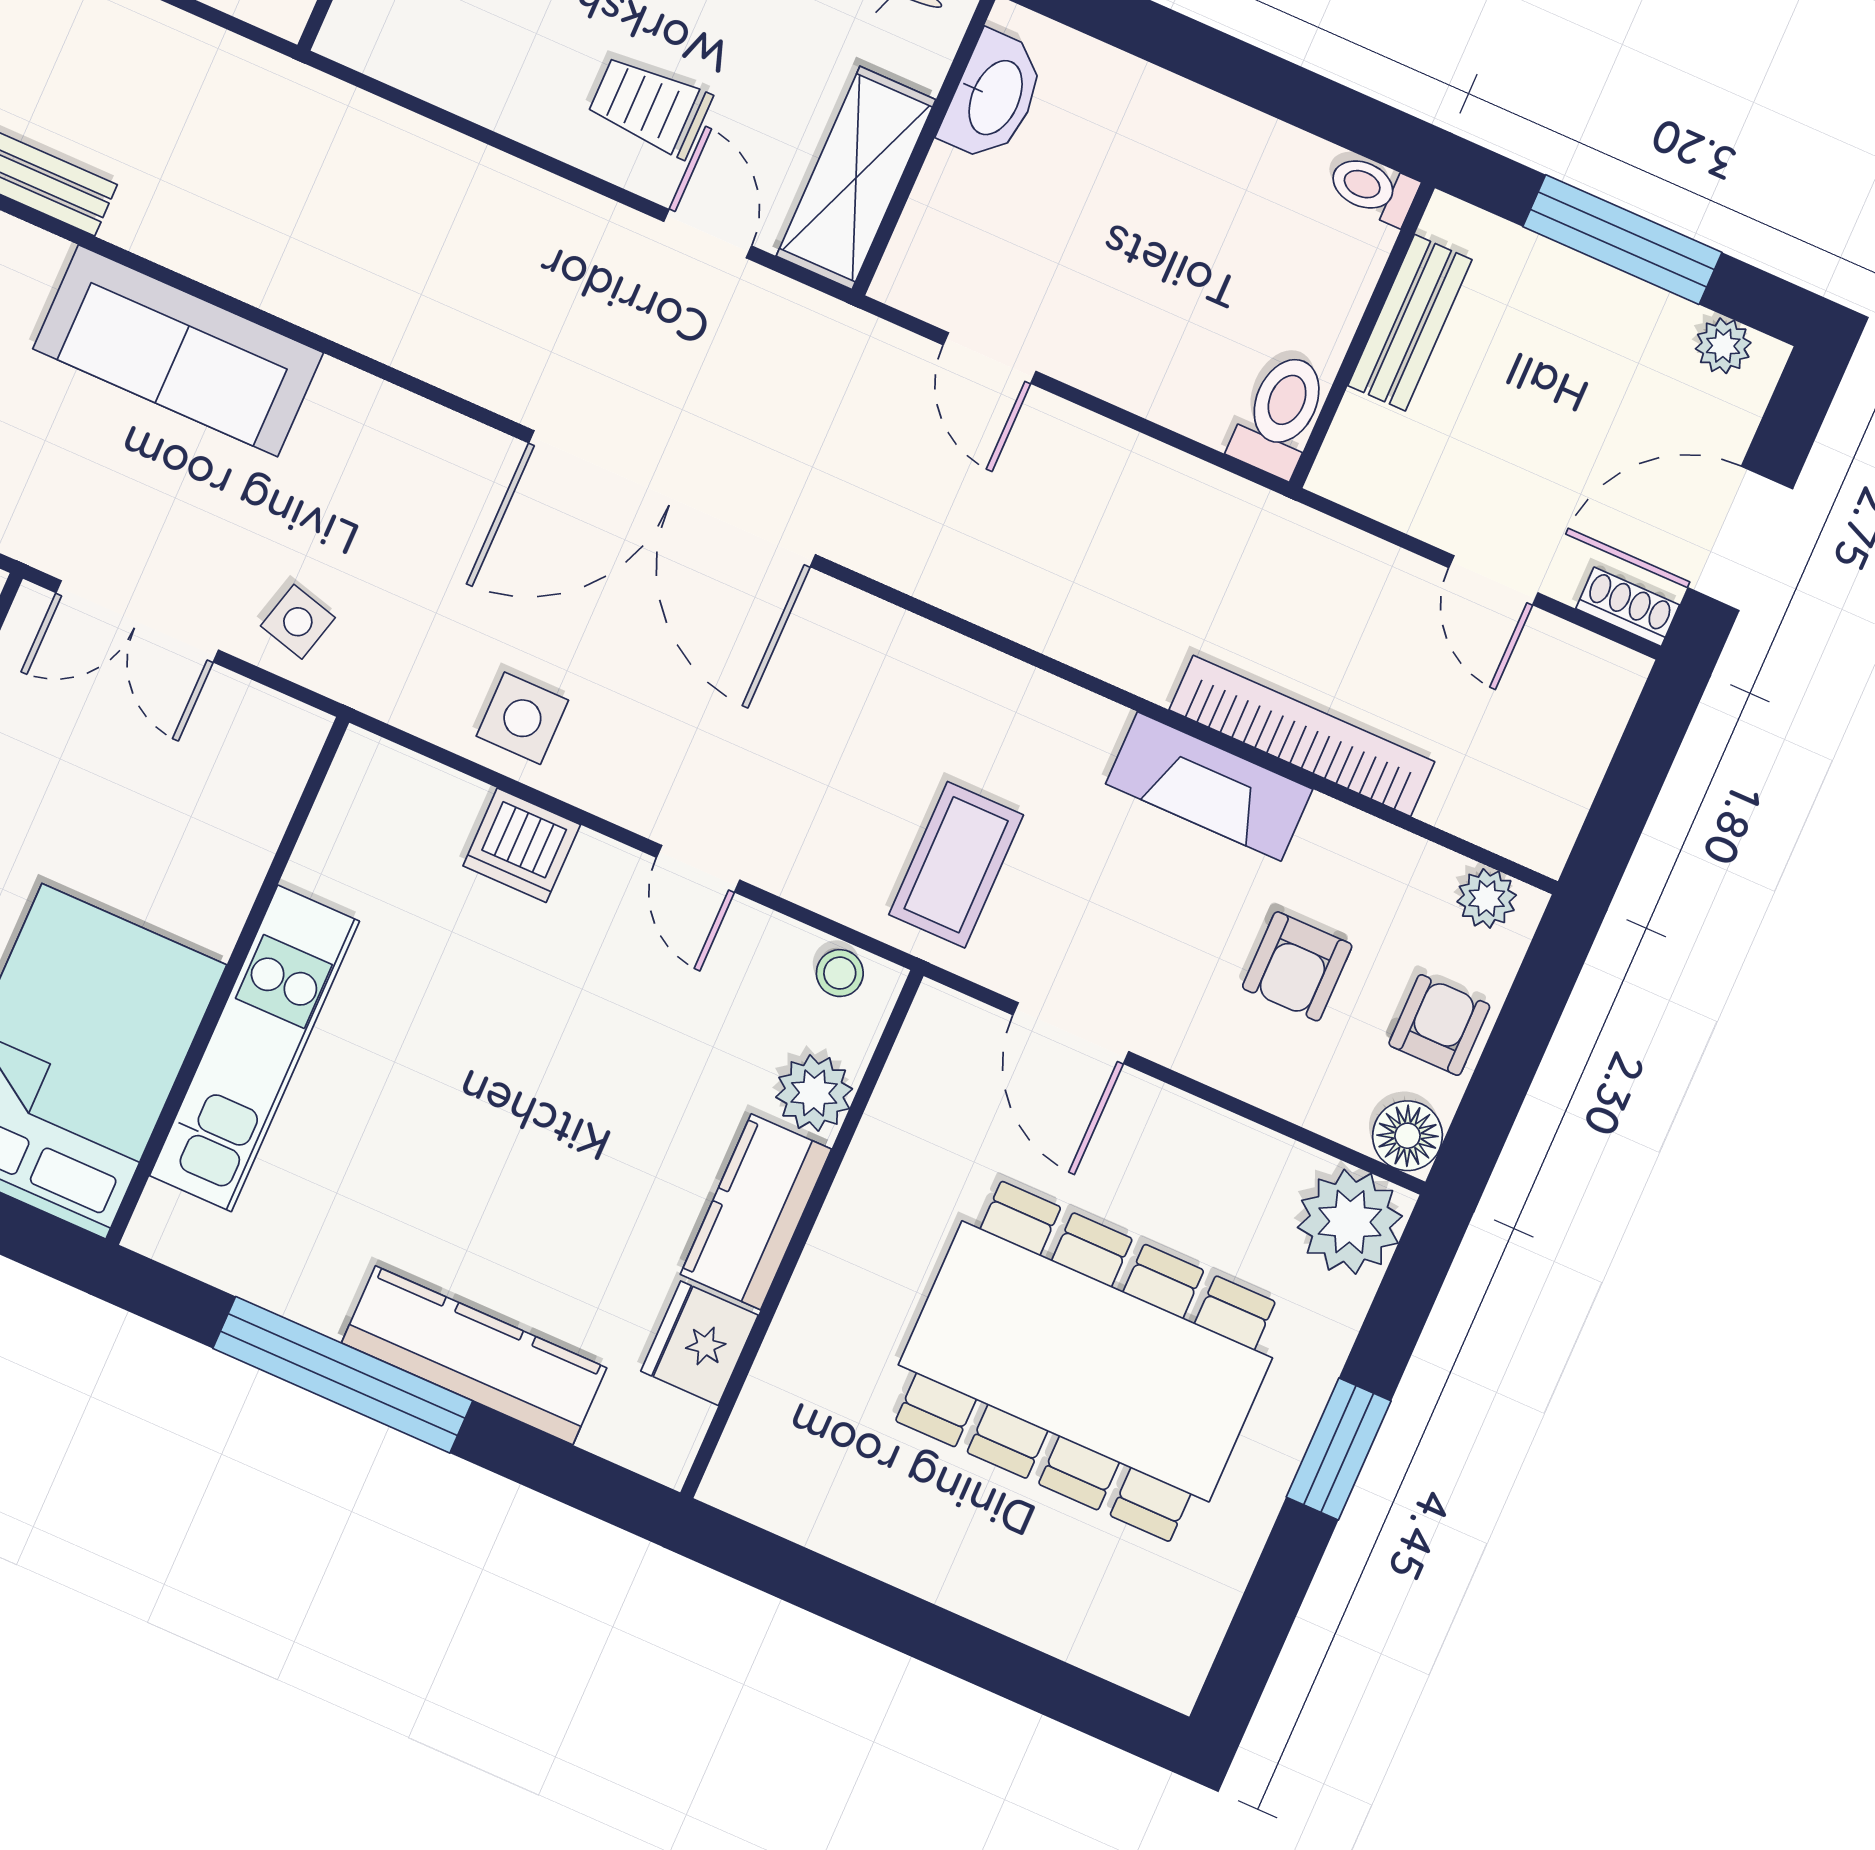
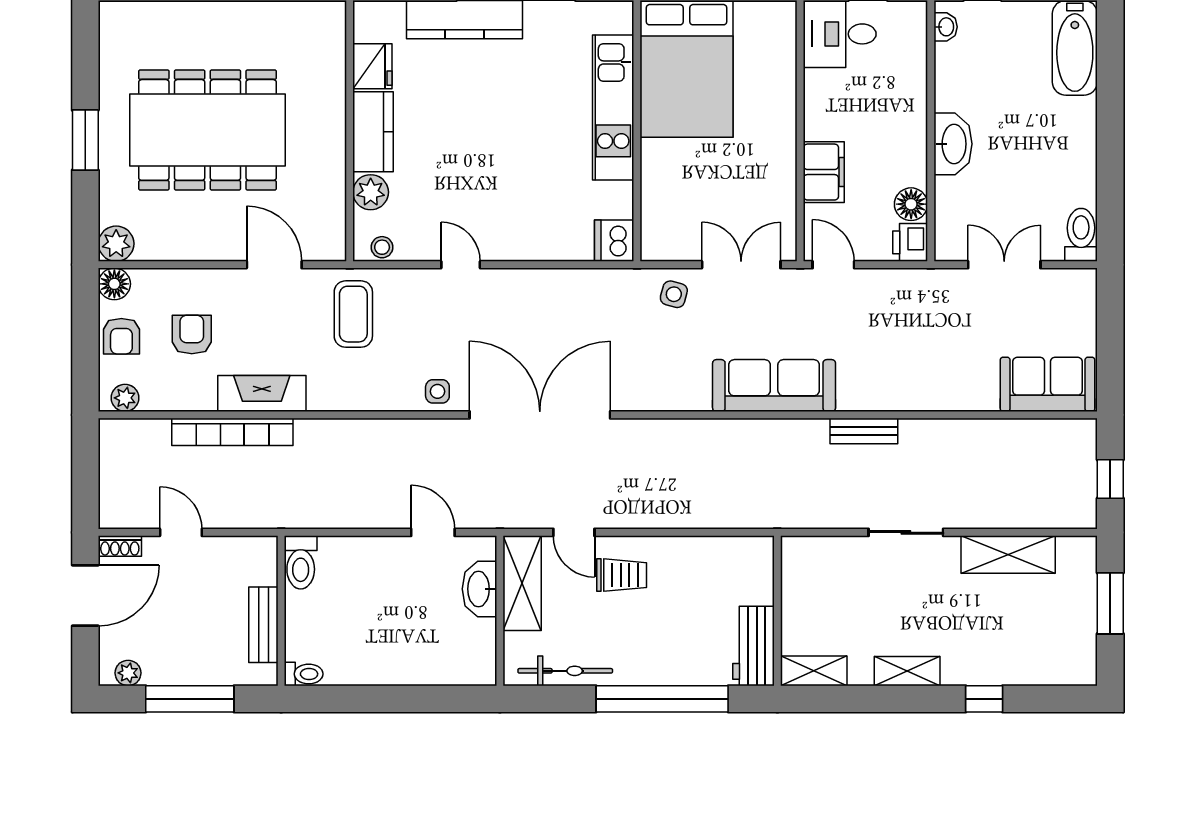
washbasin: (994, 97) -> (480, 589), moved
side table: (522, 718) -> (437, 391), moved, width x0.73, depth x0.73
dishwasher: (522, 845) -> (614, 241), moved, turned -90
plant: (1350, 1222) -> (116, 244), width x0.73, depth x0.73

